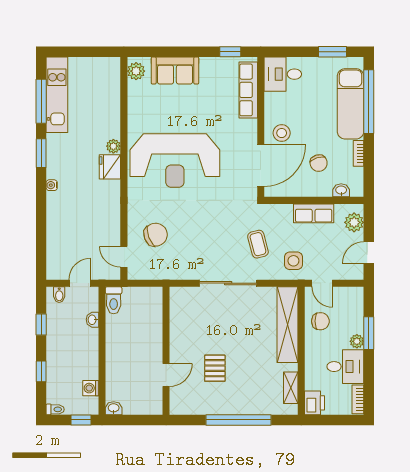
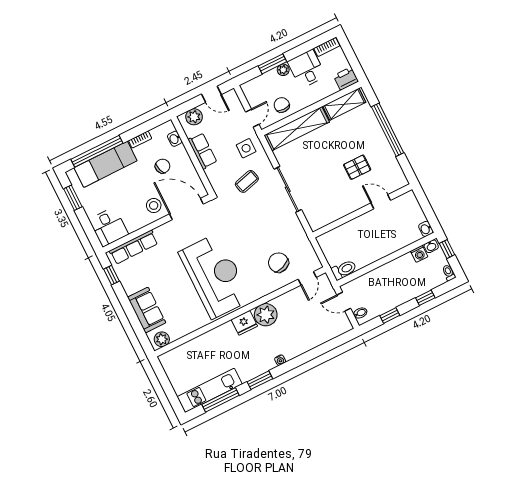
plant: (113, 146) -> (266, 315), moved, width x1.88, depth x1.88
washbasin: (92, 320) -> (431, 246), moved
shelving: (291, 388) -> (344, 104), width x1.50, depth x1.33

